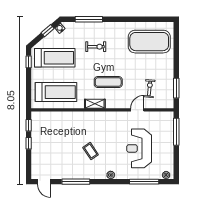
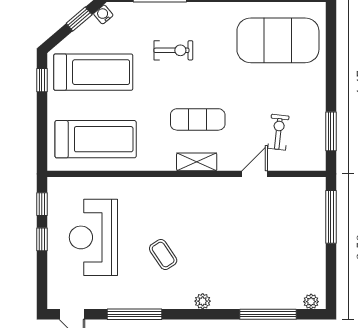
shelving: (95, 104) -> (197, 162), moved
reception desk: (139, 148) -> (93, 237), moved

